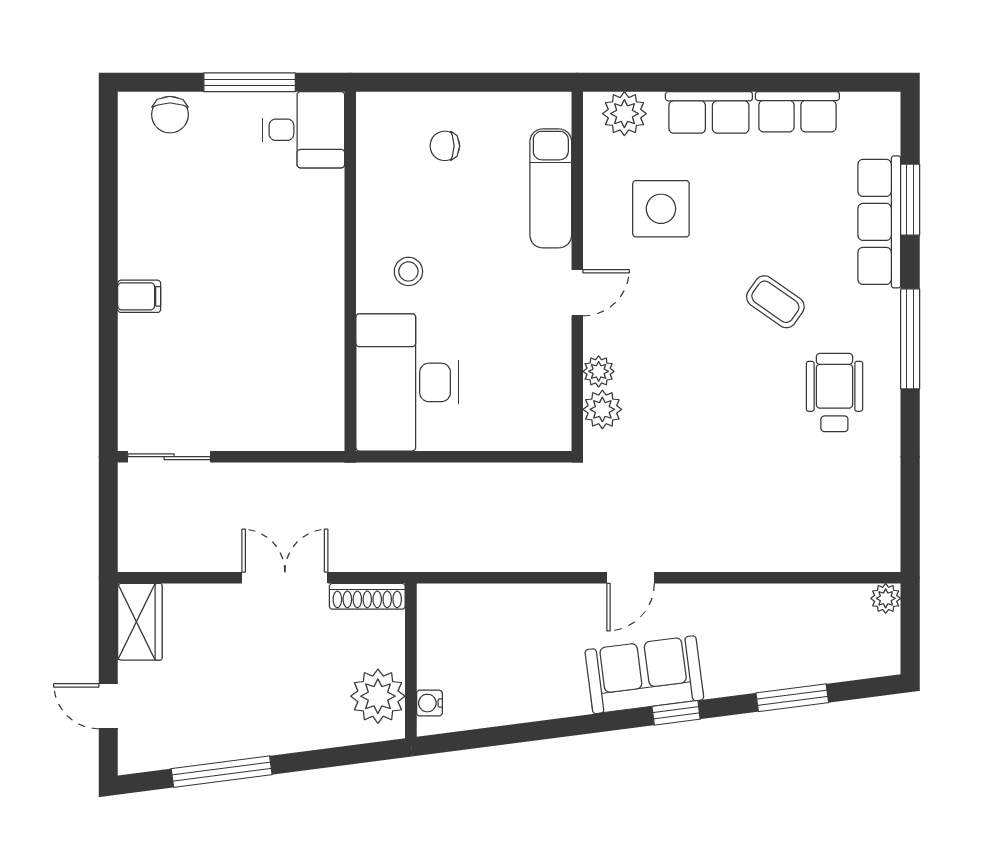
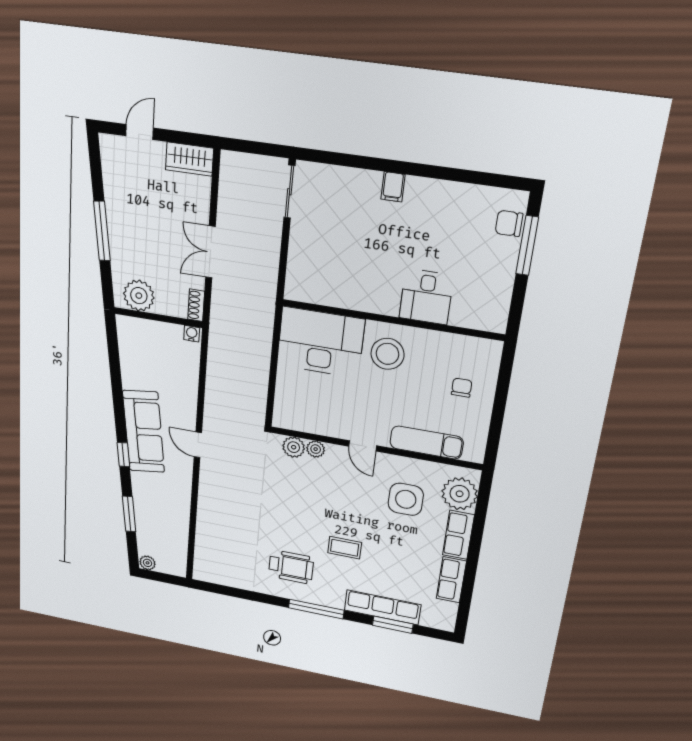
window: (250, 82) -> (527, 245), moved
plant: (624, 114) -> (460, 494), width x1.36, depth x1.36
desk: (304, 130) -> (426, 297), moved
stool: (408, 271) -> (387, 354), width x1.89, depth x1.89
coffee table: (775, 302) -> (345, 548), turned 55
double door: (285, 578) -> (210, 252), swing flipped
shoe rack: (367, 596) -> (196, 305), width x0.70
plant: (886, 598) -> (147, 563), moved
sofa: (644, 675) -> (144, 432), width x1.36
water cooler: (429, 703) -> (192, 334), moved
window: (222, 772) -> (102, 231), moved

